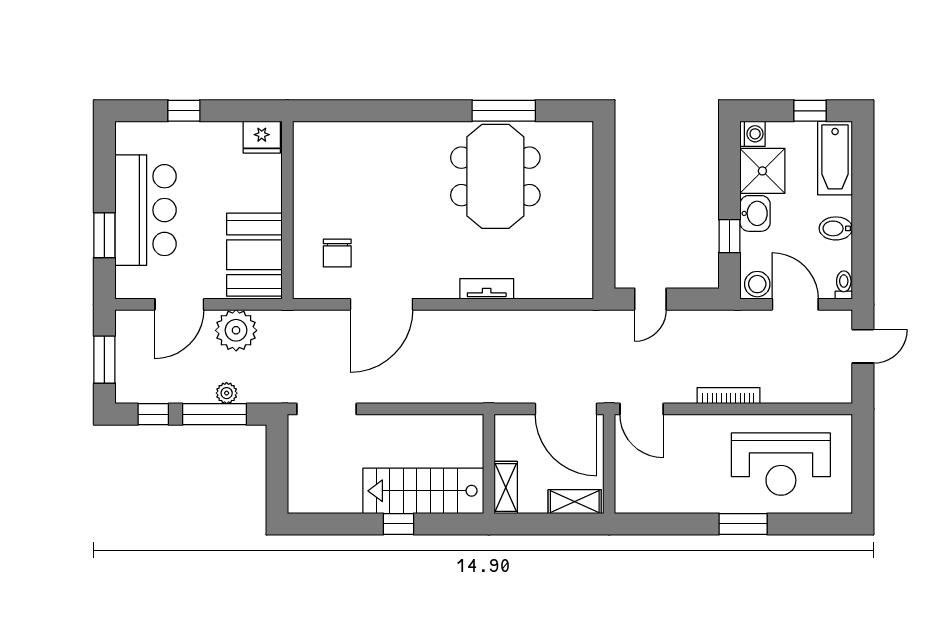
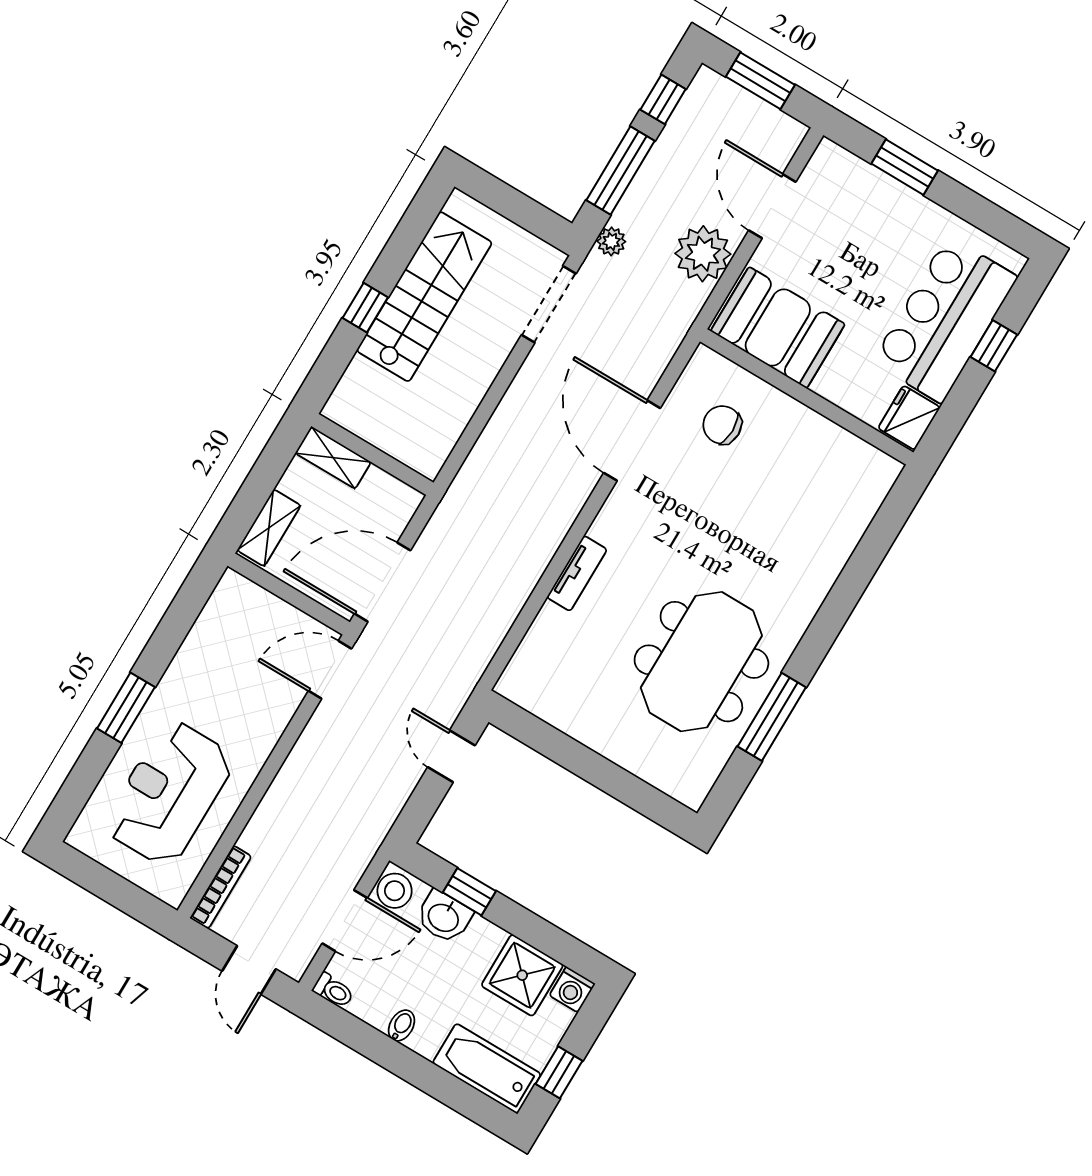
meeting table: (495, 176) -> (701, 662), turned 90
bar counter: (146, 210) -> (945, 319), moved, turned 90
washbasin: (755, 213) -> (444, 917), moved
bidet: (836, 228) -> (402, 1026), width x0.72, depth x0.74
plant: (227, 393) -> (611, 241), moved
bookcase: (728, 396) -> (221, 887), moved
stairs: (423, 491) -> (424, 297), moved

